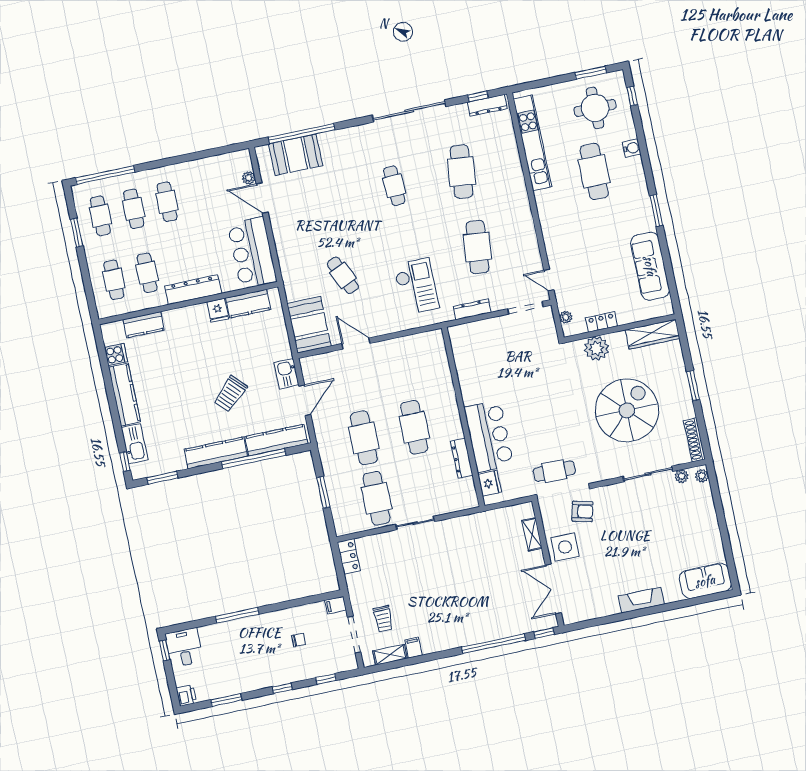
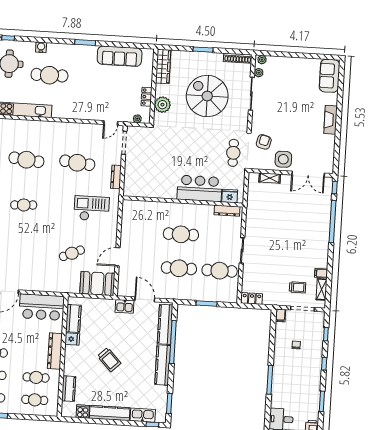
trolley: (230, 394) -> (109, 360), moved
dresser: (462, 458) -> (227, 211), moved

